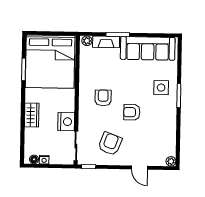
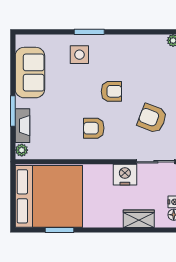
sofa: (148, 48) -> (30, 73), width x0.73
armchair: (132, 112) -> (111, 91), turned -90
wardrobe: (32, 115) -> (139, 219), moved

